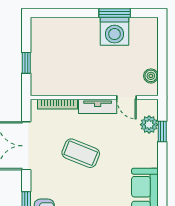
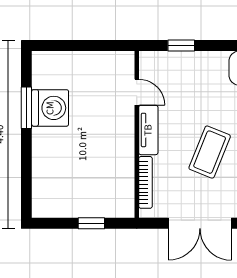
boiler: (151, 76) -> (109, 60), removed
door: (127, 97) -> (137, 92), hinge flipped
plant: (149, 125) -> (172, 63), removed

